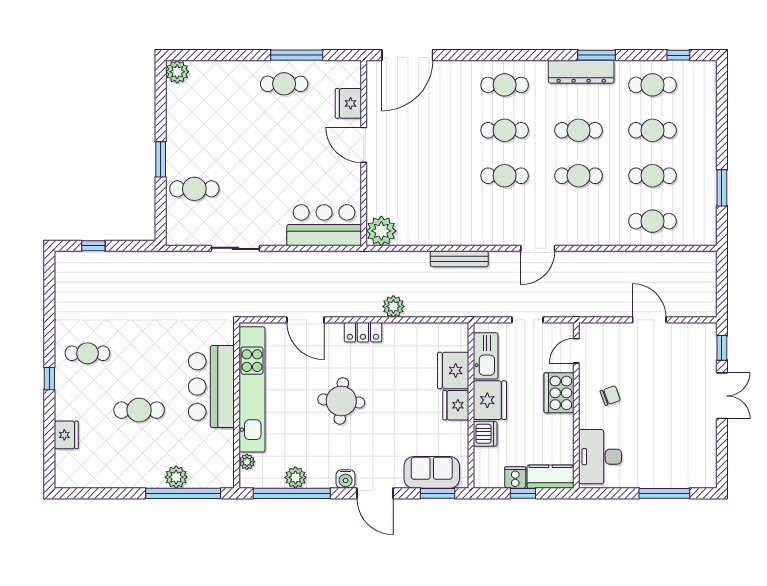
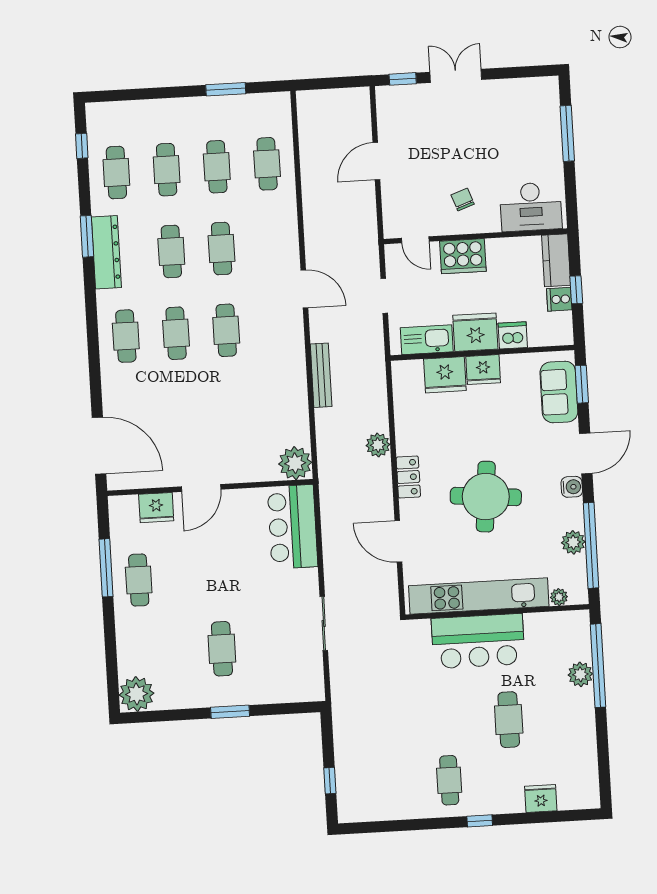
plant: (177, 72) -> (137, 694), width x1.36, depth x1.36
cafe table: (194, 189) -> (222, 649), moved
door: (305, 320) -> (398, 541), swing flipped
round table: (341, 401) -> (486, 497), width x1.36, depth x1.36

